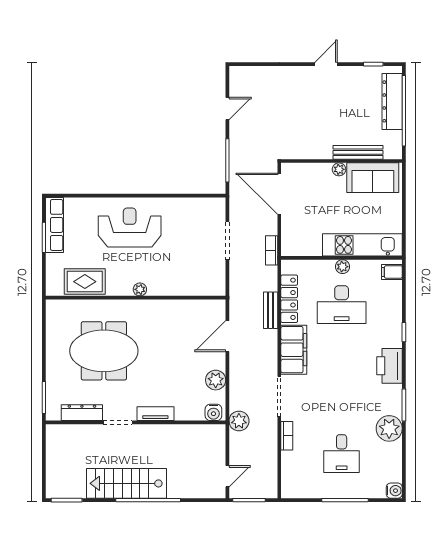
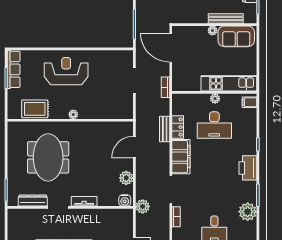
locker: (289, 299) -> (178, 127), width x0.66
meeting table: (104, 351) -> (48, 157), turned 90

